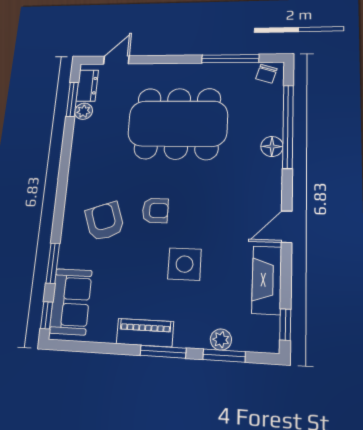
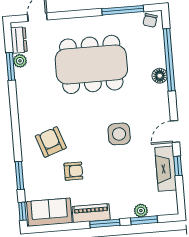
window: (72, 99) -> (11, 66), moved
armchair: (155, 210) -> (73, 171), moved
side table: (185, 264) -> (119, 134), moved
sofa: (71, 301) -> (49, 212), moved, turned -90
window: (285, 325) -> (178, 166), moved

